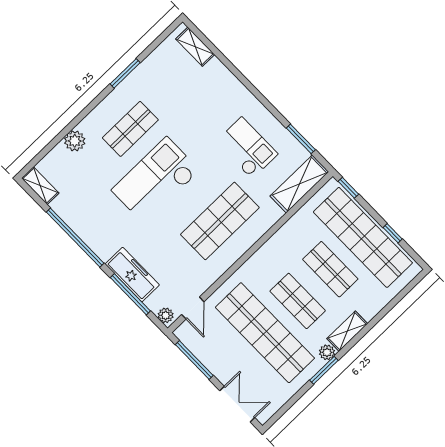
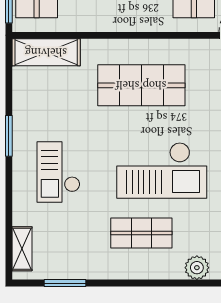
window: (125, 73) -> (65, 283), moved
window: (301, 139) -> (9, 136), moved
checkout: (247, 148) -> (58, 172), moved

